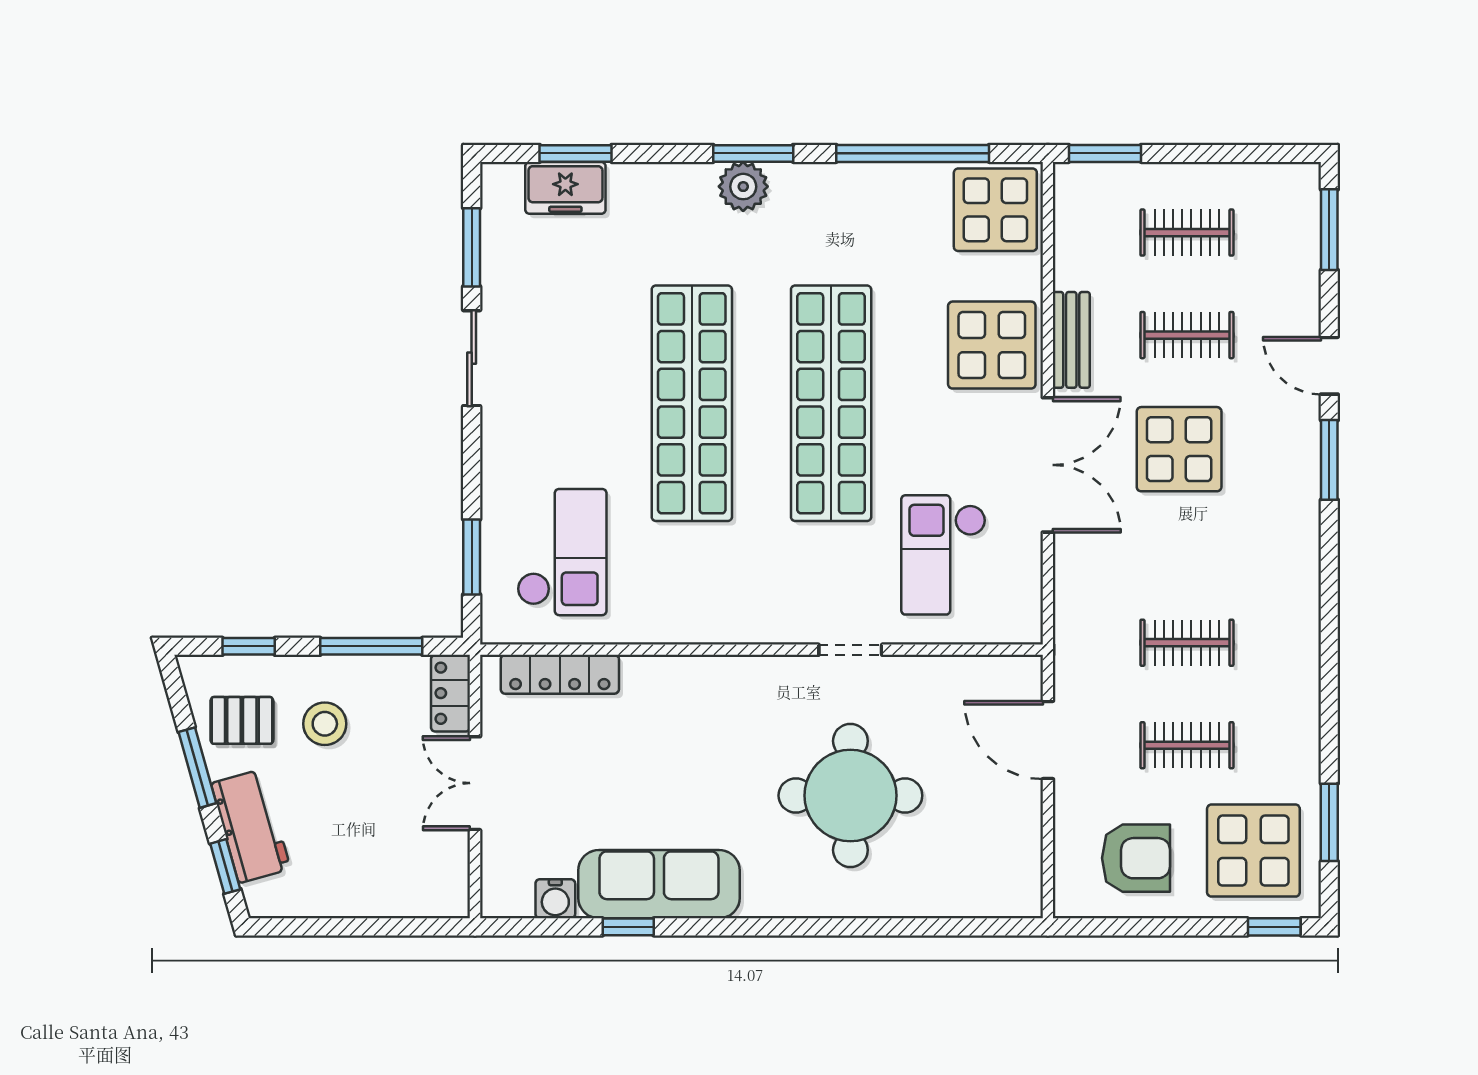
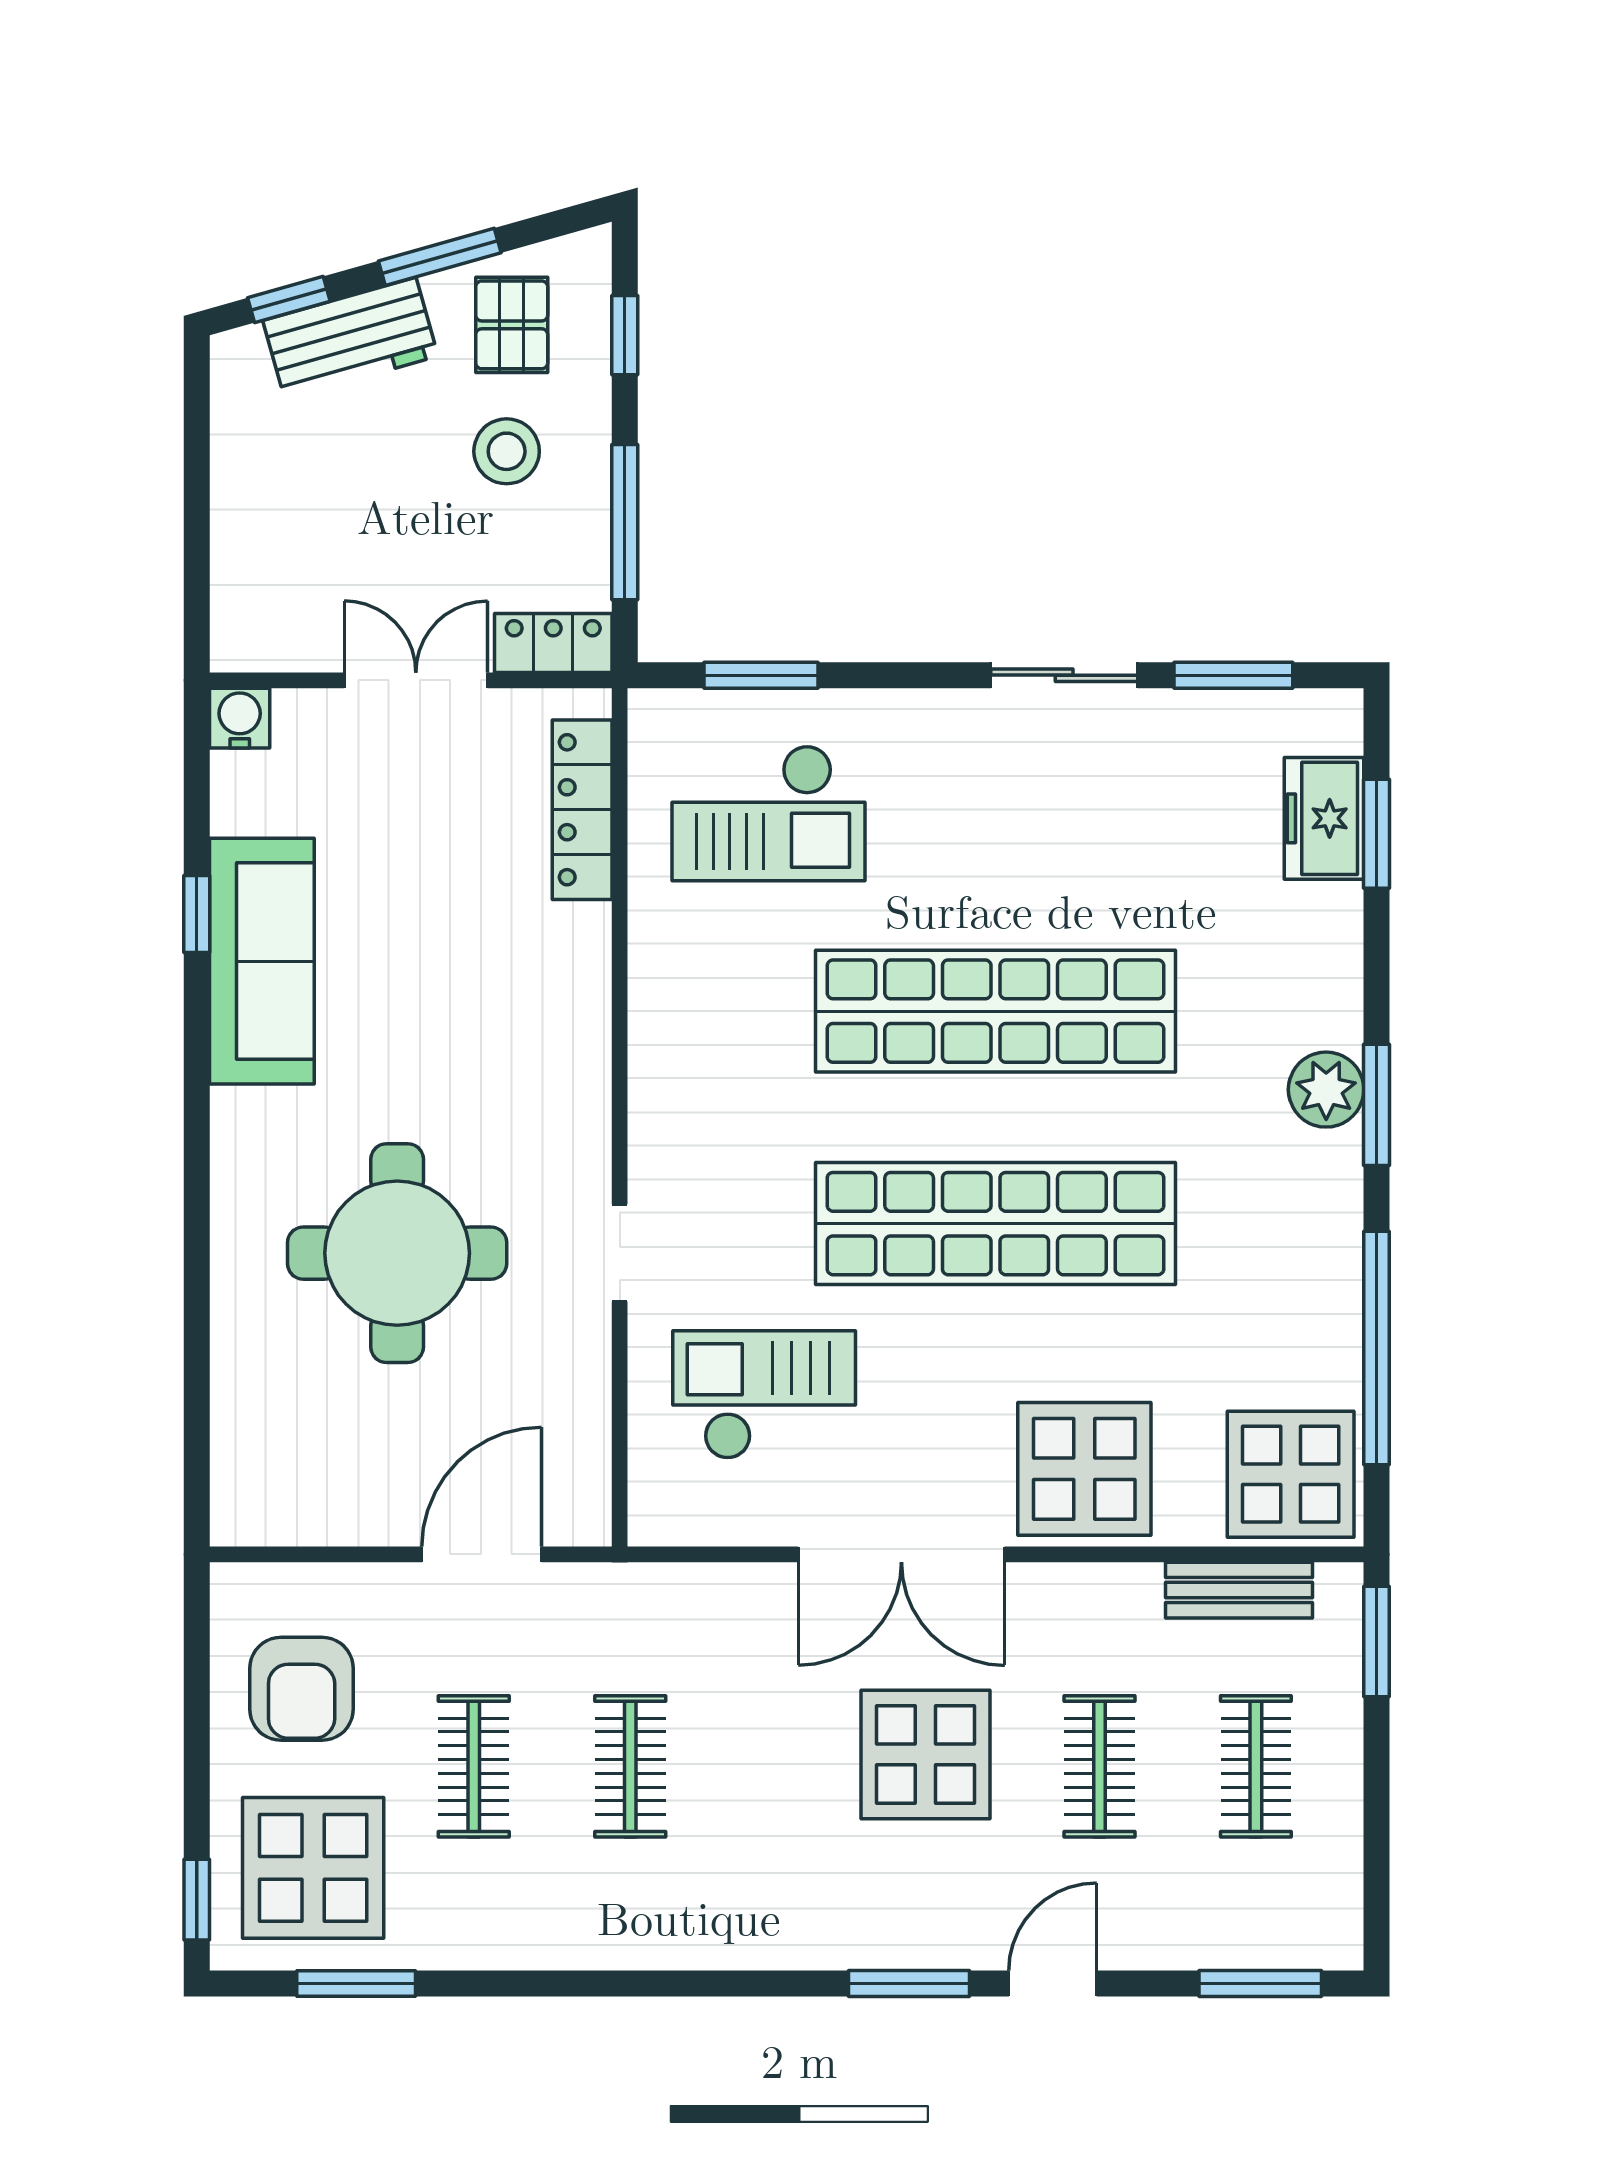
bench: (1071, 340) -> (1239, 1590), moved
water cooler: (555, 899) -> (240, 718), moved, turned 90

